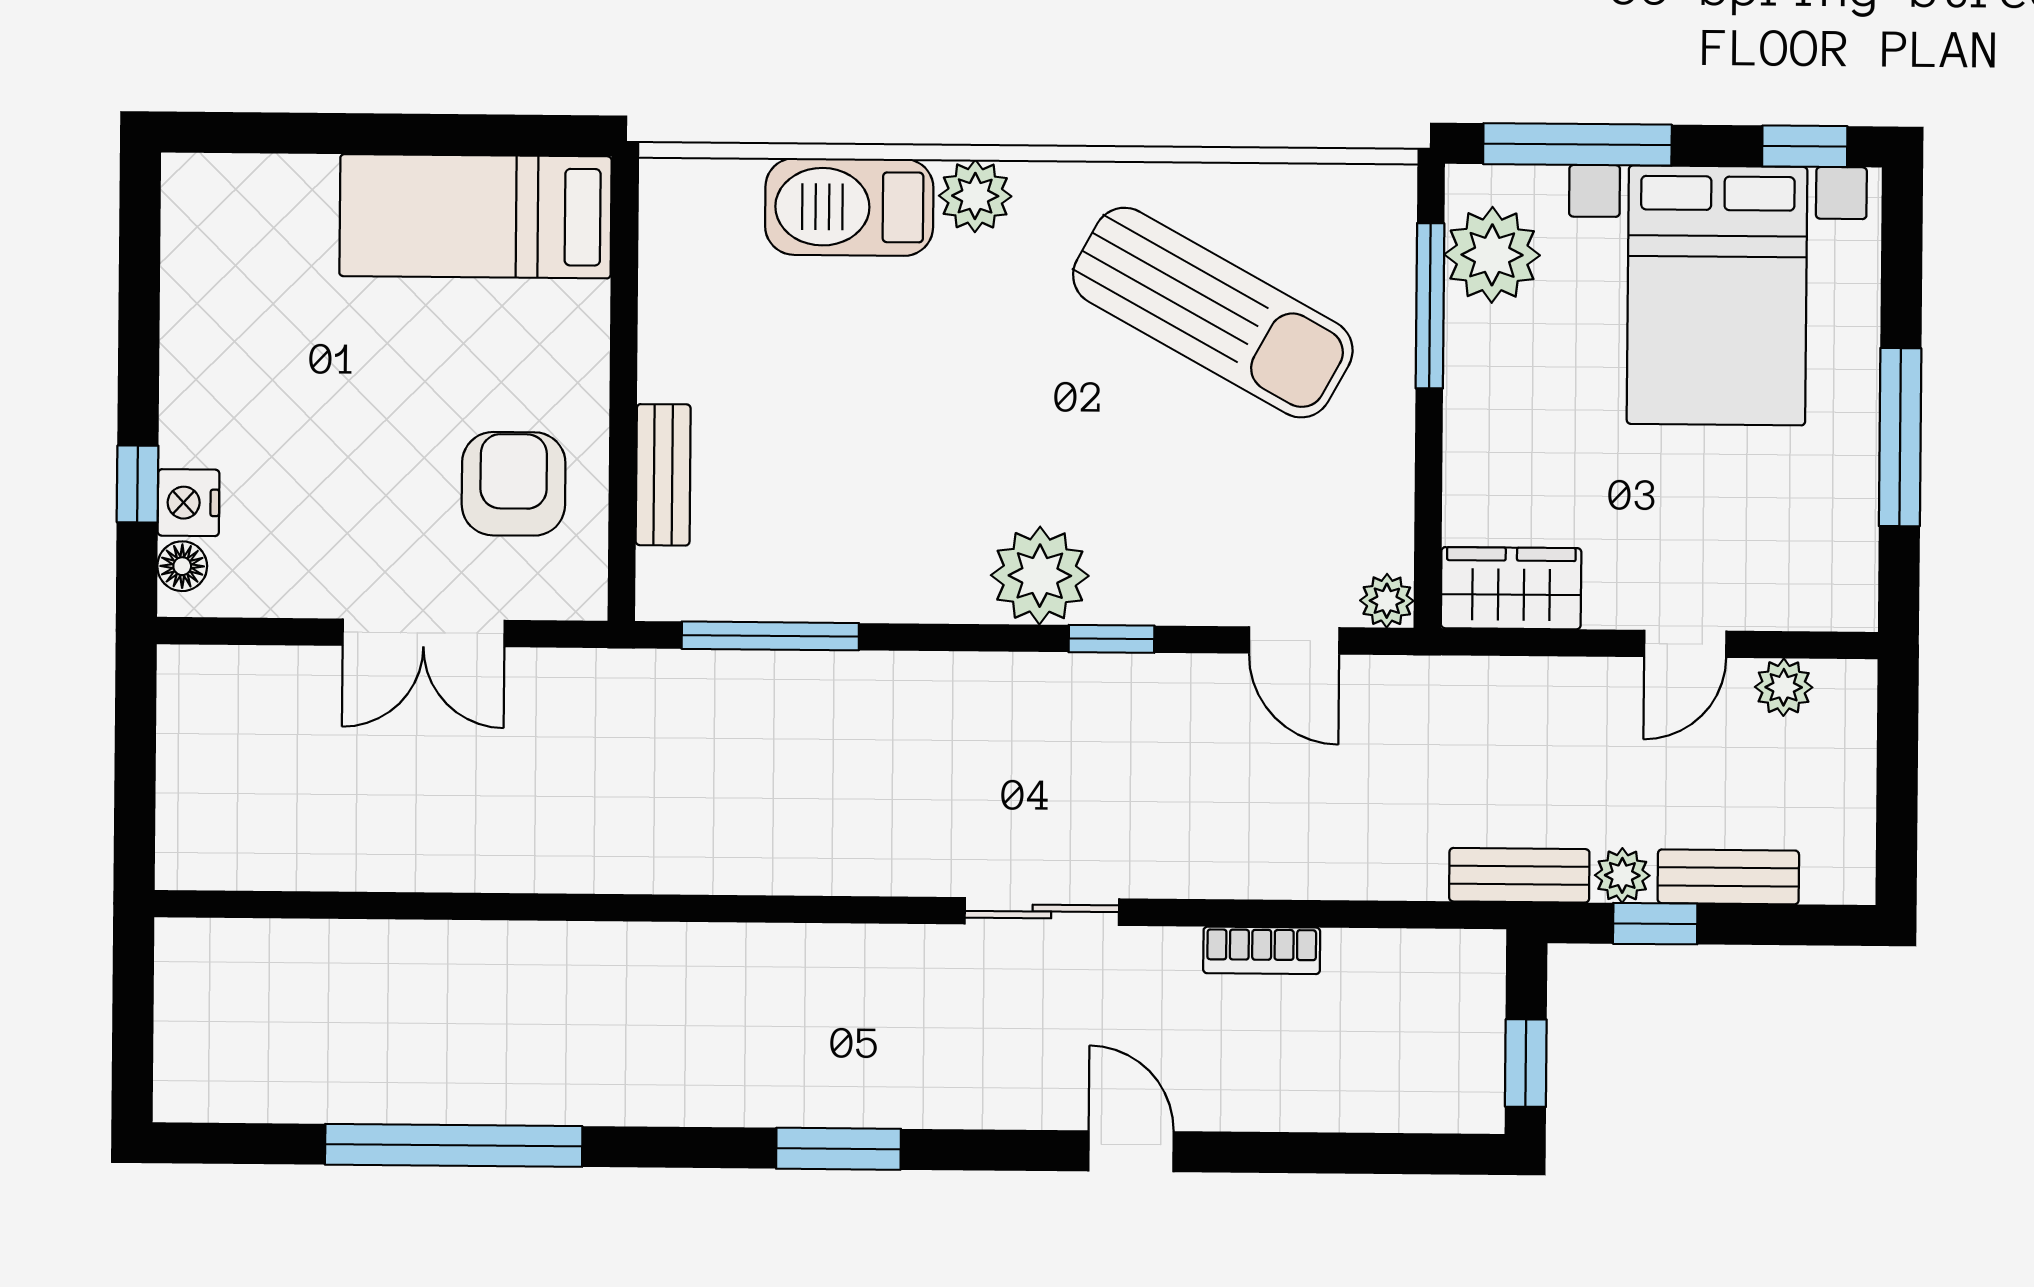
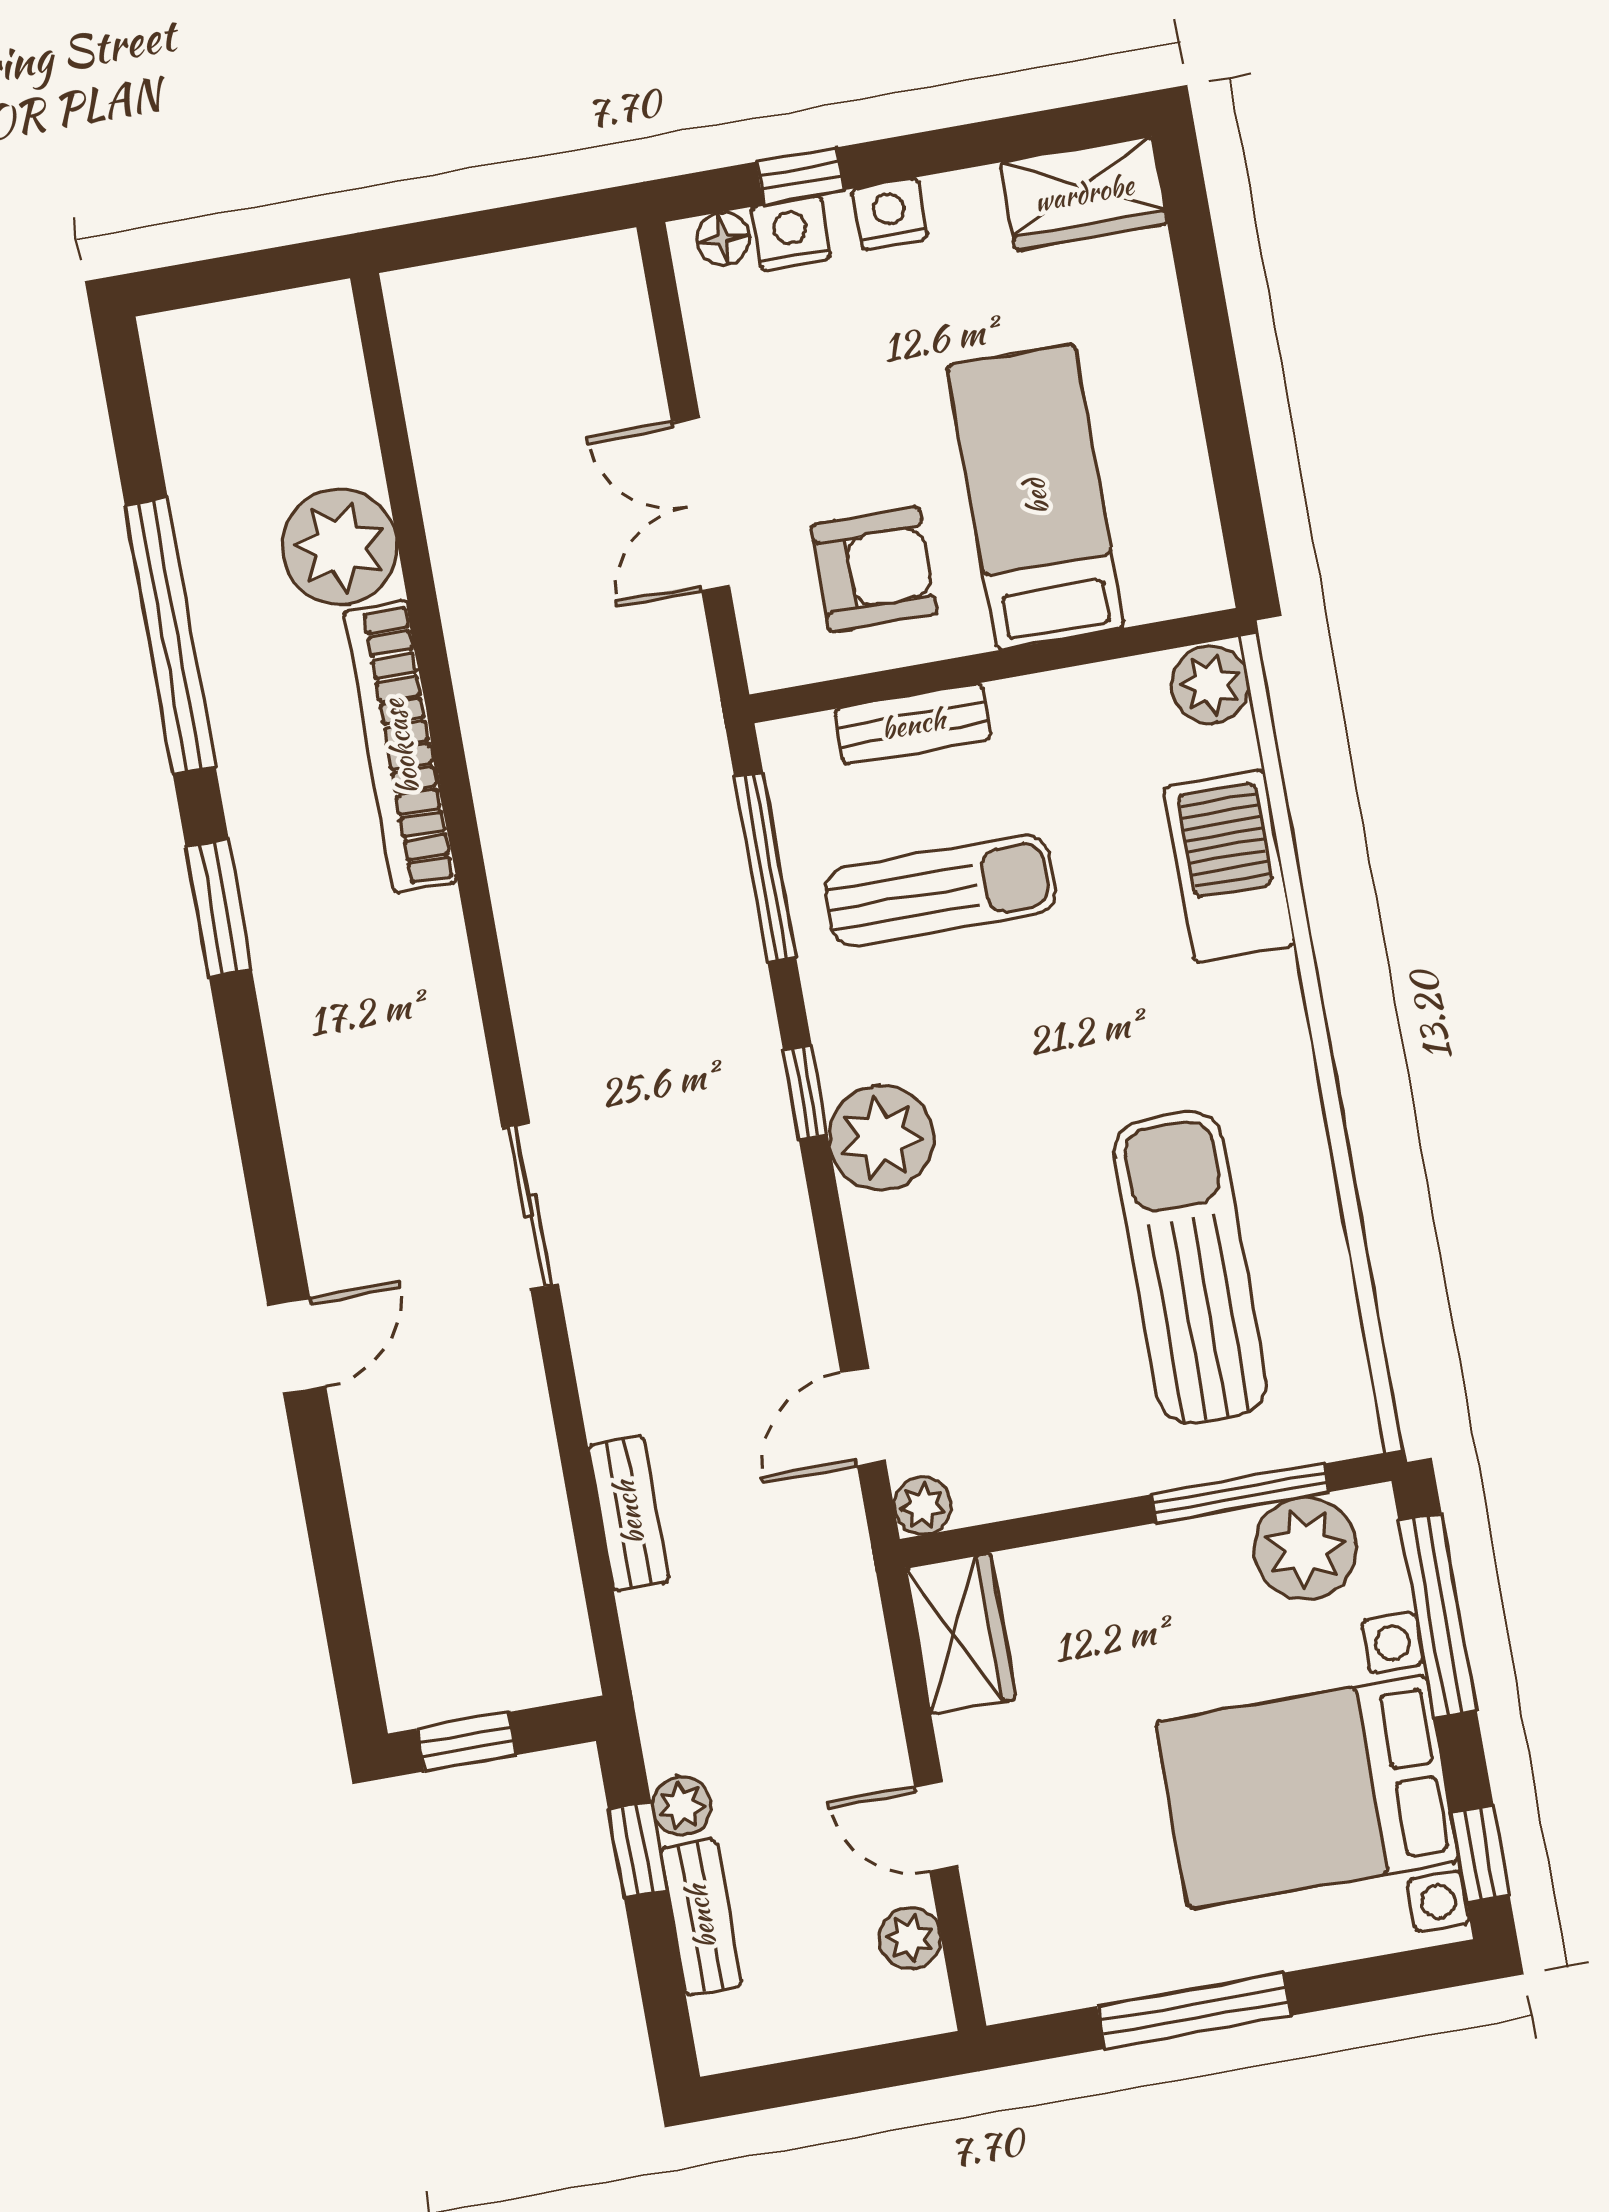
plant: (975, 196) -> (1210, 685), moved
bed: (475, 216) -> (1036, 497), moved
wardrobe: (202, 225) -> (1084, 193), added
sun lounger: (1213, 313) -> (1190, 1267), turned 151
nightstand: (188, 408) -> (890, 214), added
sun lounger: (822, 478) -> (940, 891), added
window: (1112, 639) -> (805, 1092), moved
bench: (1519, 875) -> (629, 1513), moved
bookcase: (1262, 950) -> (401, 747), moved, width x2.31, depth x1.31
plant: (401, 974) -> (339, 547), added
window: (838, 1149) -> (219, 908), moved

